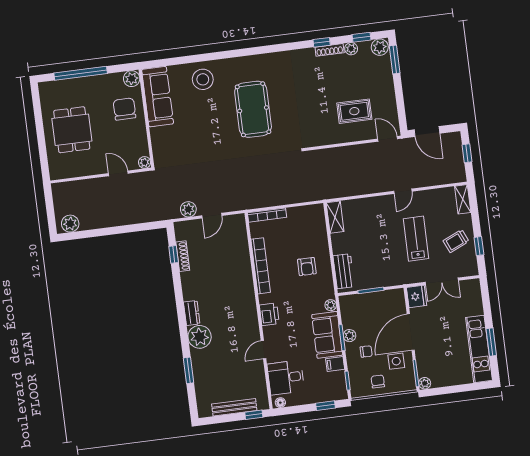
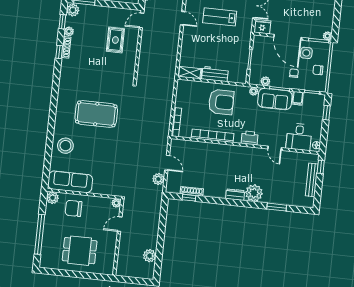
plant: (70, 224) -> (150, 256), moved
armchair: (307, 267) -> (221, 102), width x1.88, depth x1.88
workbench: (344, 271) -> (215, 74), moved
plant: (349, 336) -> (265, 81), moved

